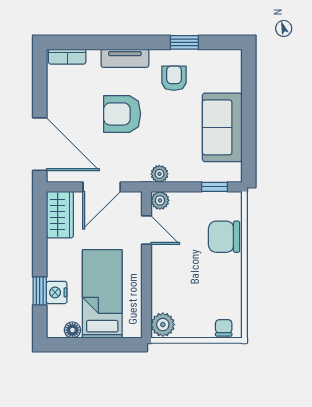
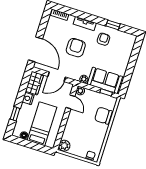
armchair: (122, 114) -> (76, 48), turned 90
sofa: (222, 127) -> (105, 80), moved, turned 90
nightstand: (57, 292) -> (28, 99), moved

